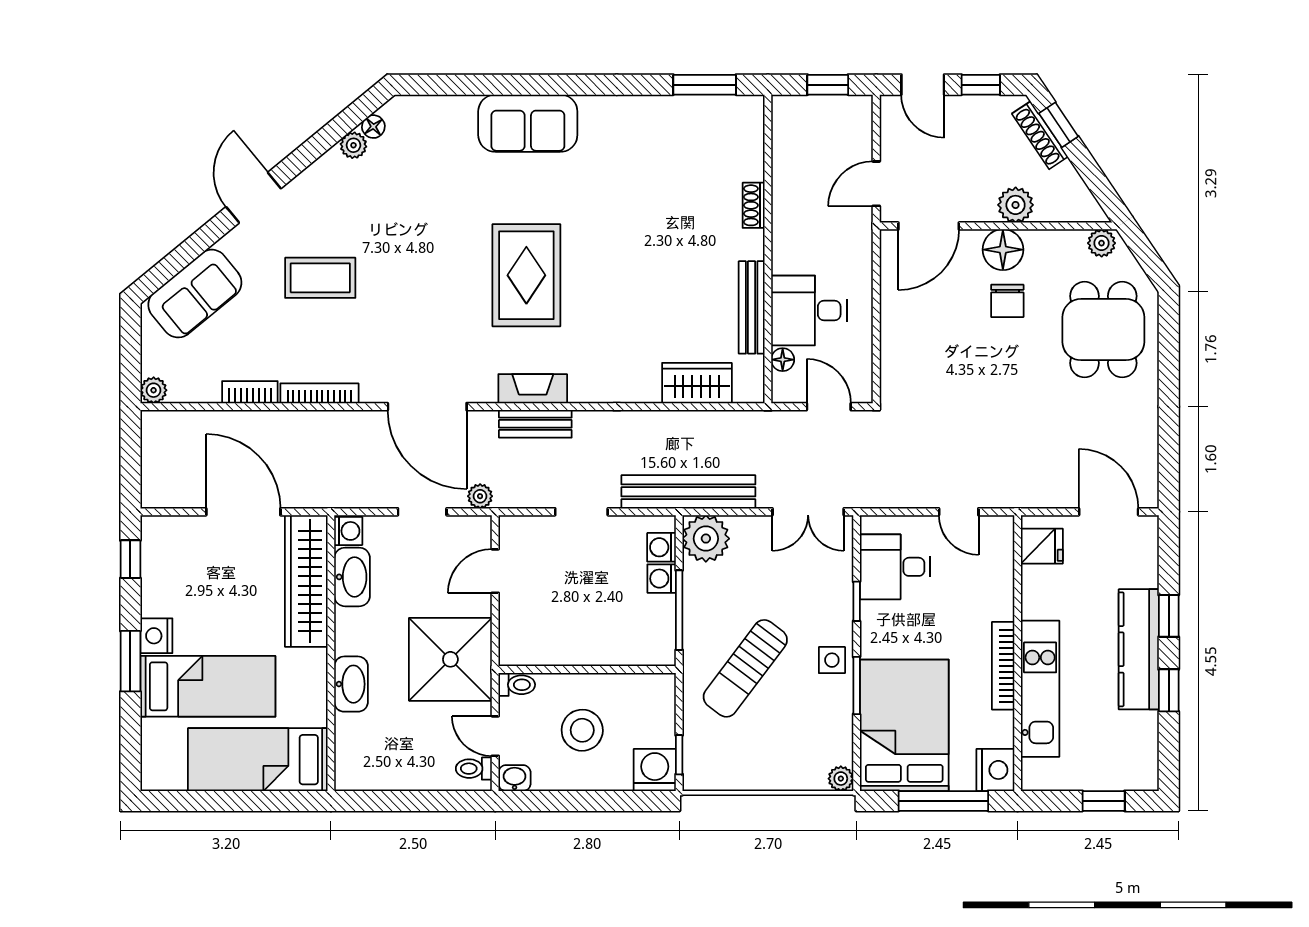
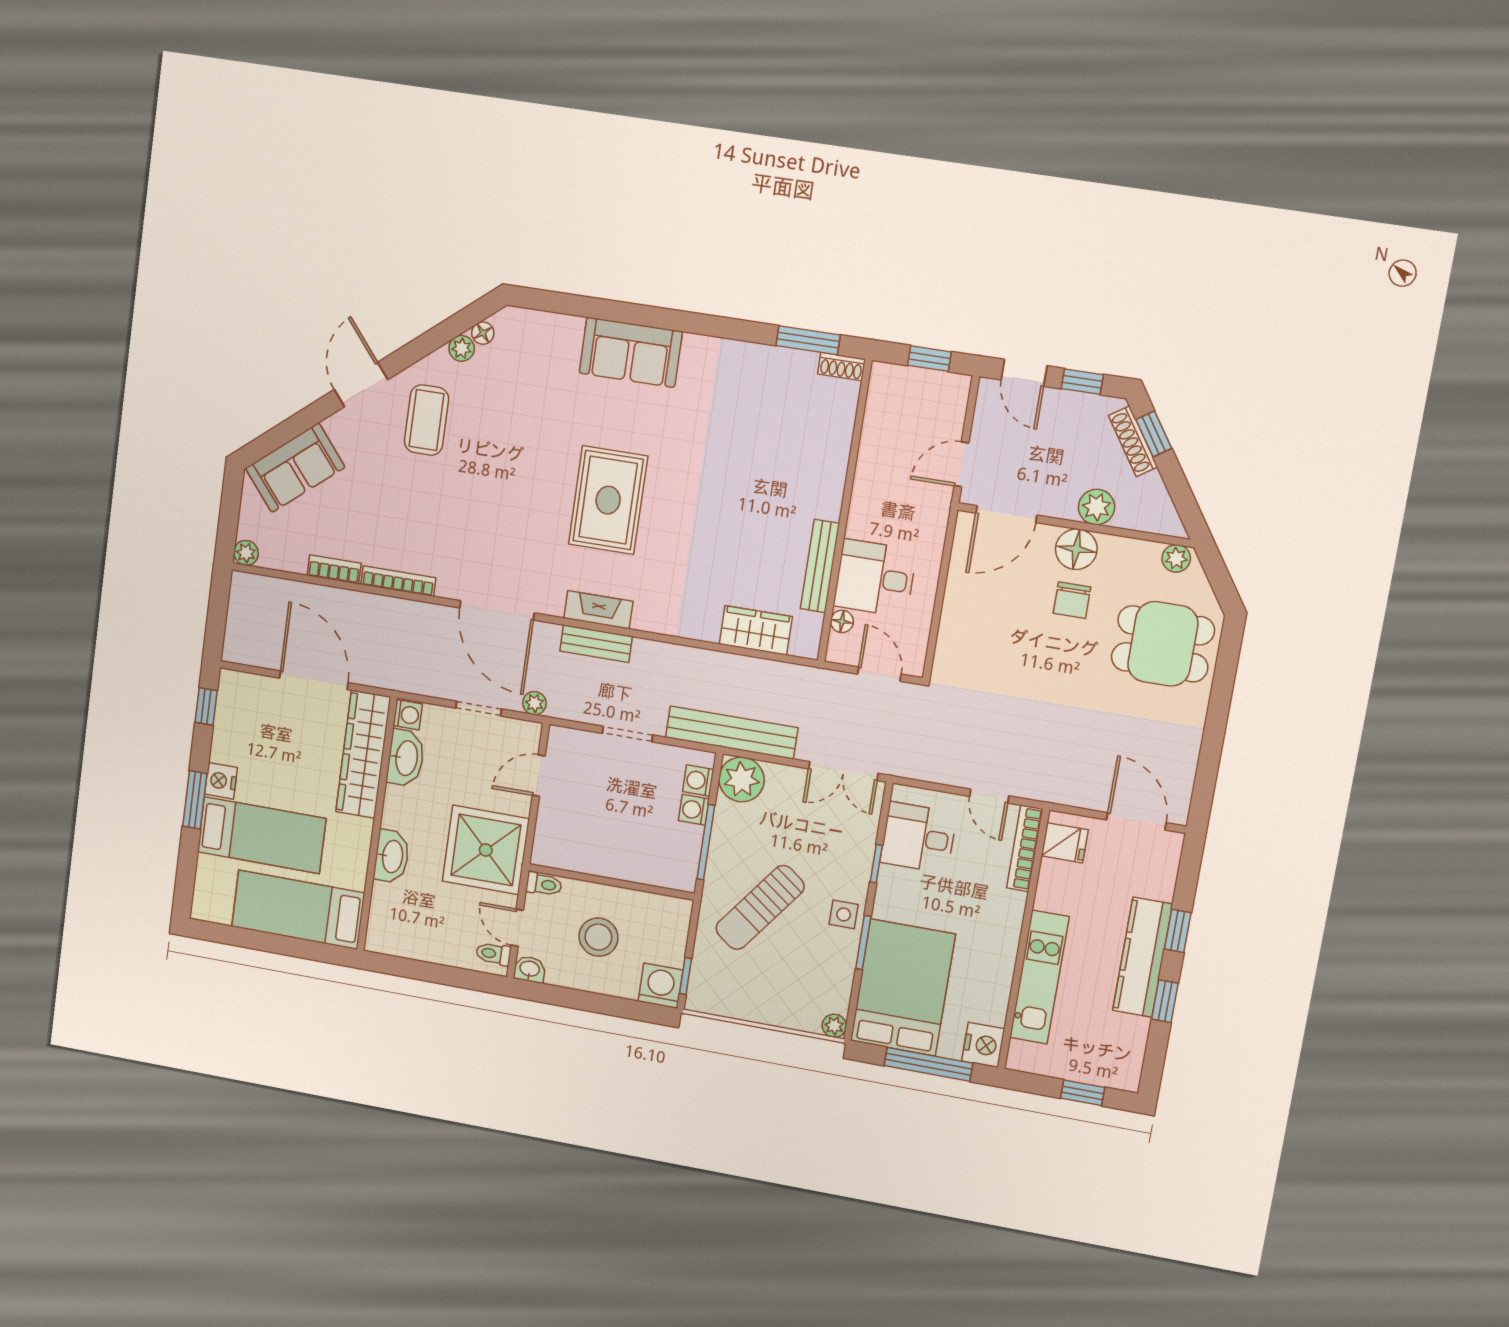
shoe rack: (754, 205) -> (841, 366), moved, turned -90
coffee table: (320, 278) -> (426, 420), moved, turned 90
dining table: (1103, 330) -> (1163, 644), turned 90
bookcase: (1003, 666) -> (1025, 848), moved

